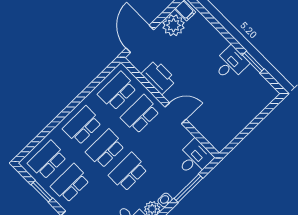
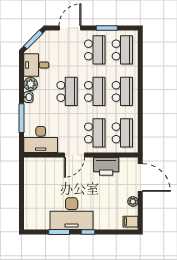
plant: (173, 25) -> (133, 201), width x0.53, depth x0.53
window: (229, 38) -> (88, 232), added
desk: (230, 64) -> (72, 214), width x1.87, depth x1.30
desk: (194, 158) -> (41, 139), width x1.37

